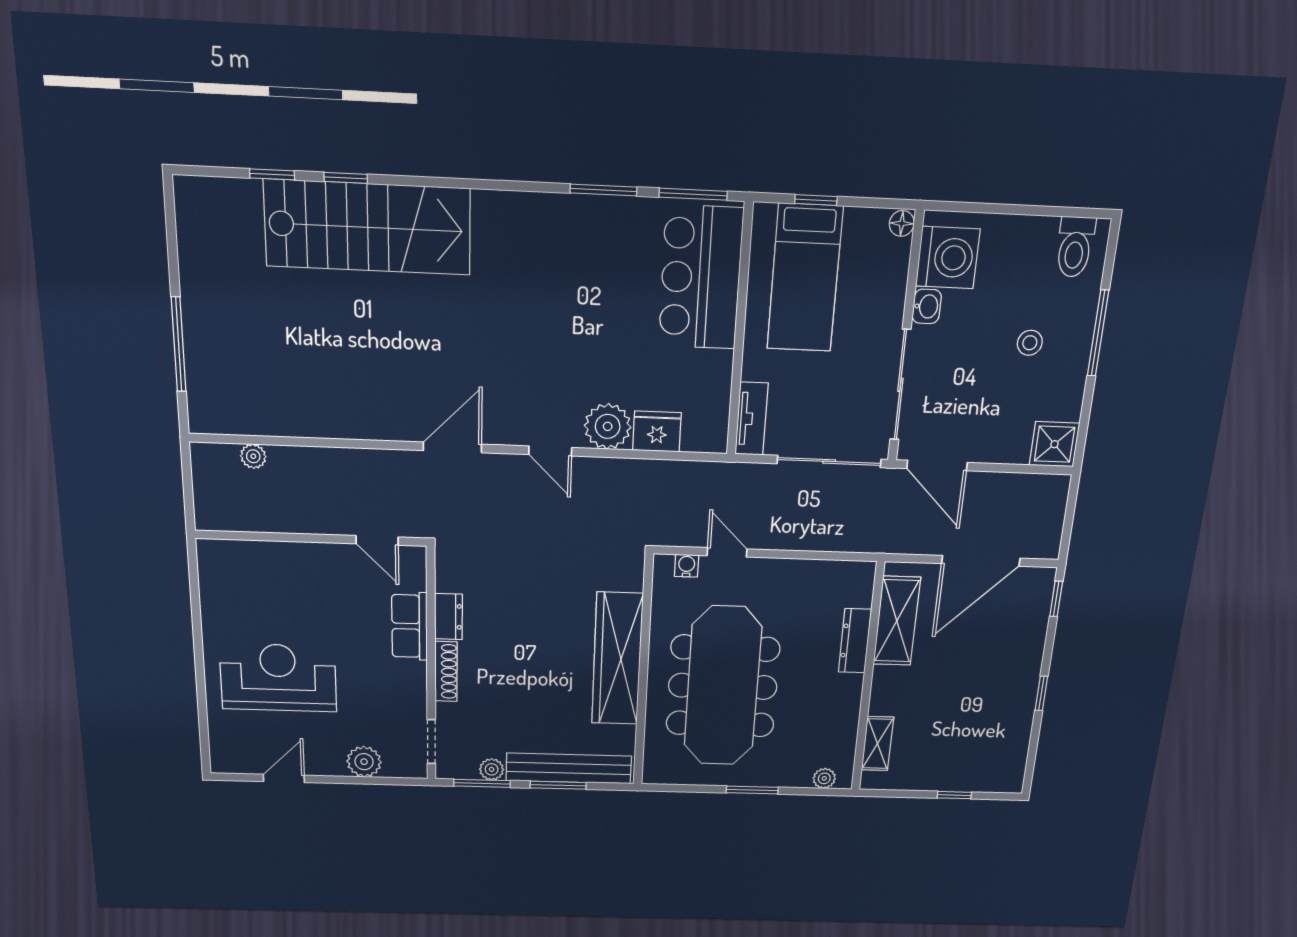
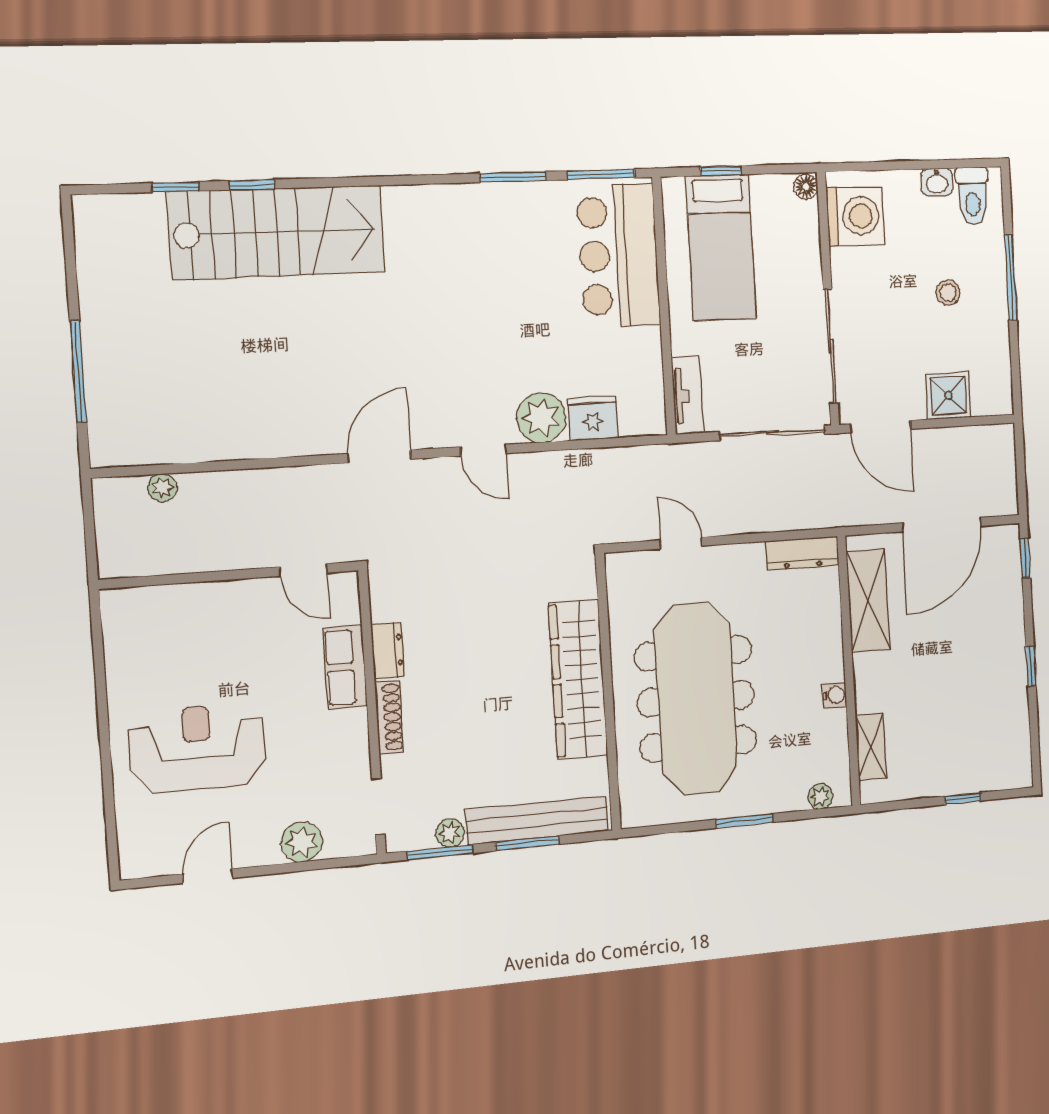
washbasin: (927, 306) -> (937, 182), moved, turned 90
shower: (1054, 444) -> (948, 395), moved
water cooler: (687, 566) -> (834, 695), moved, turned 90
dresser: (855, 641) -> (802, 553), moved, turned -90

